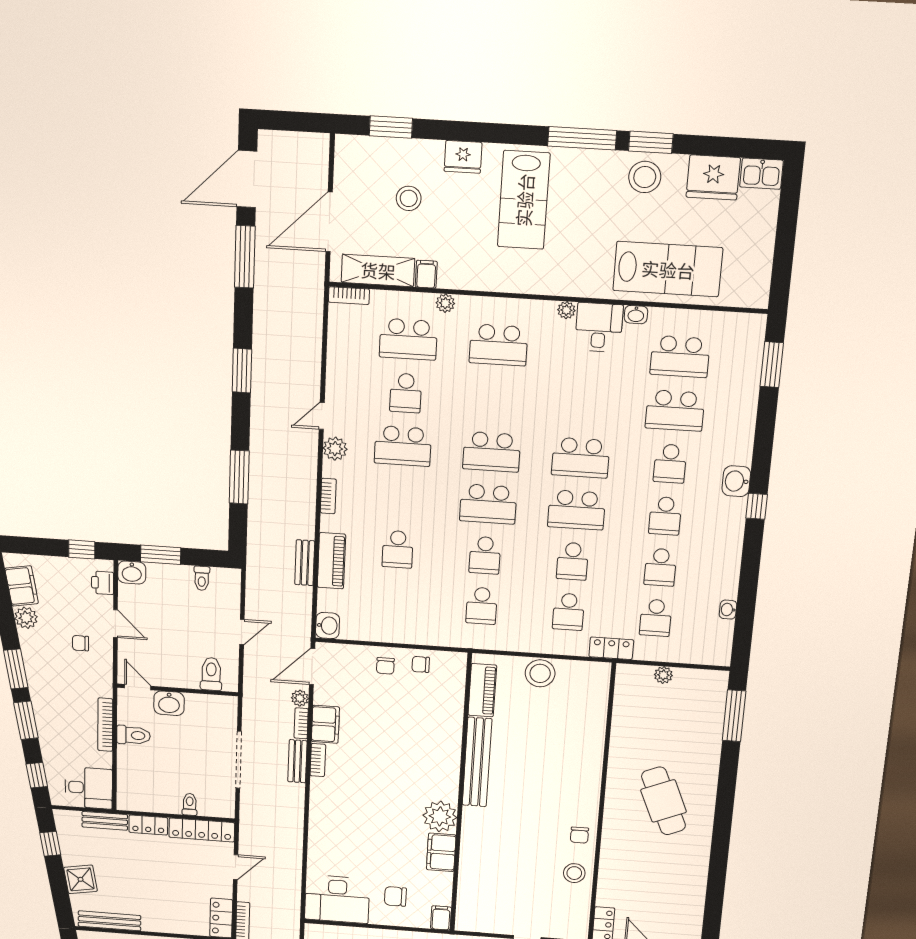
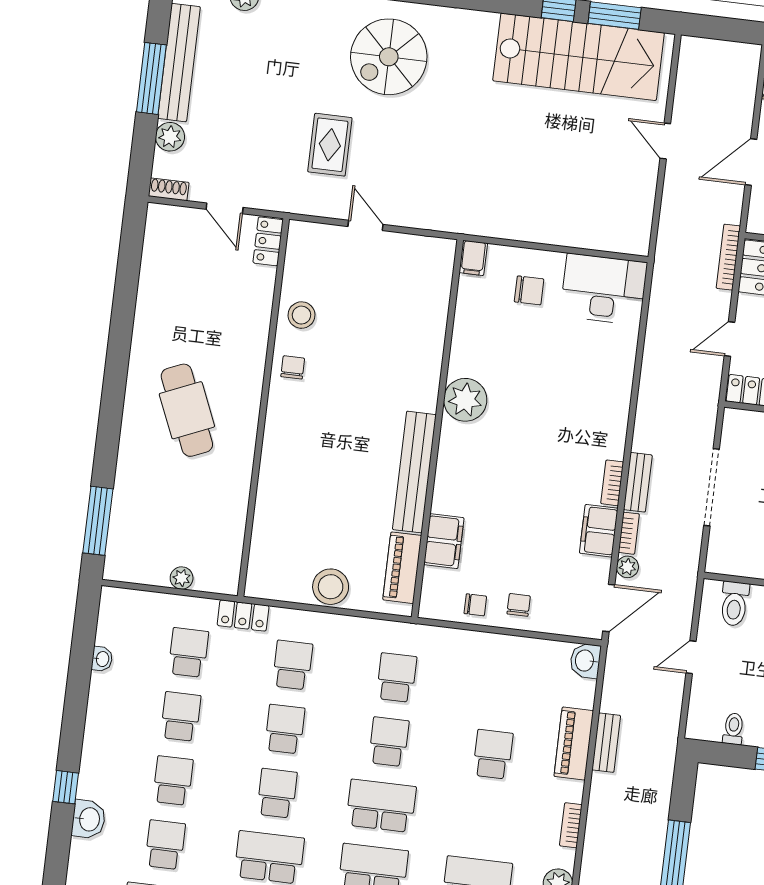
school desk: (576, 510) -> (277, 793), width x0.54
filing cabinet: (441, 852) -> (444, 541), moved

